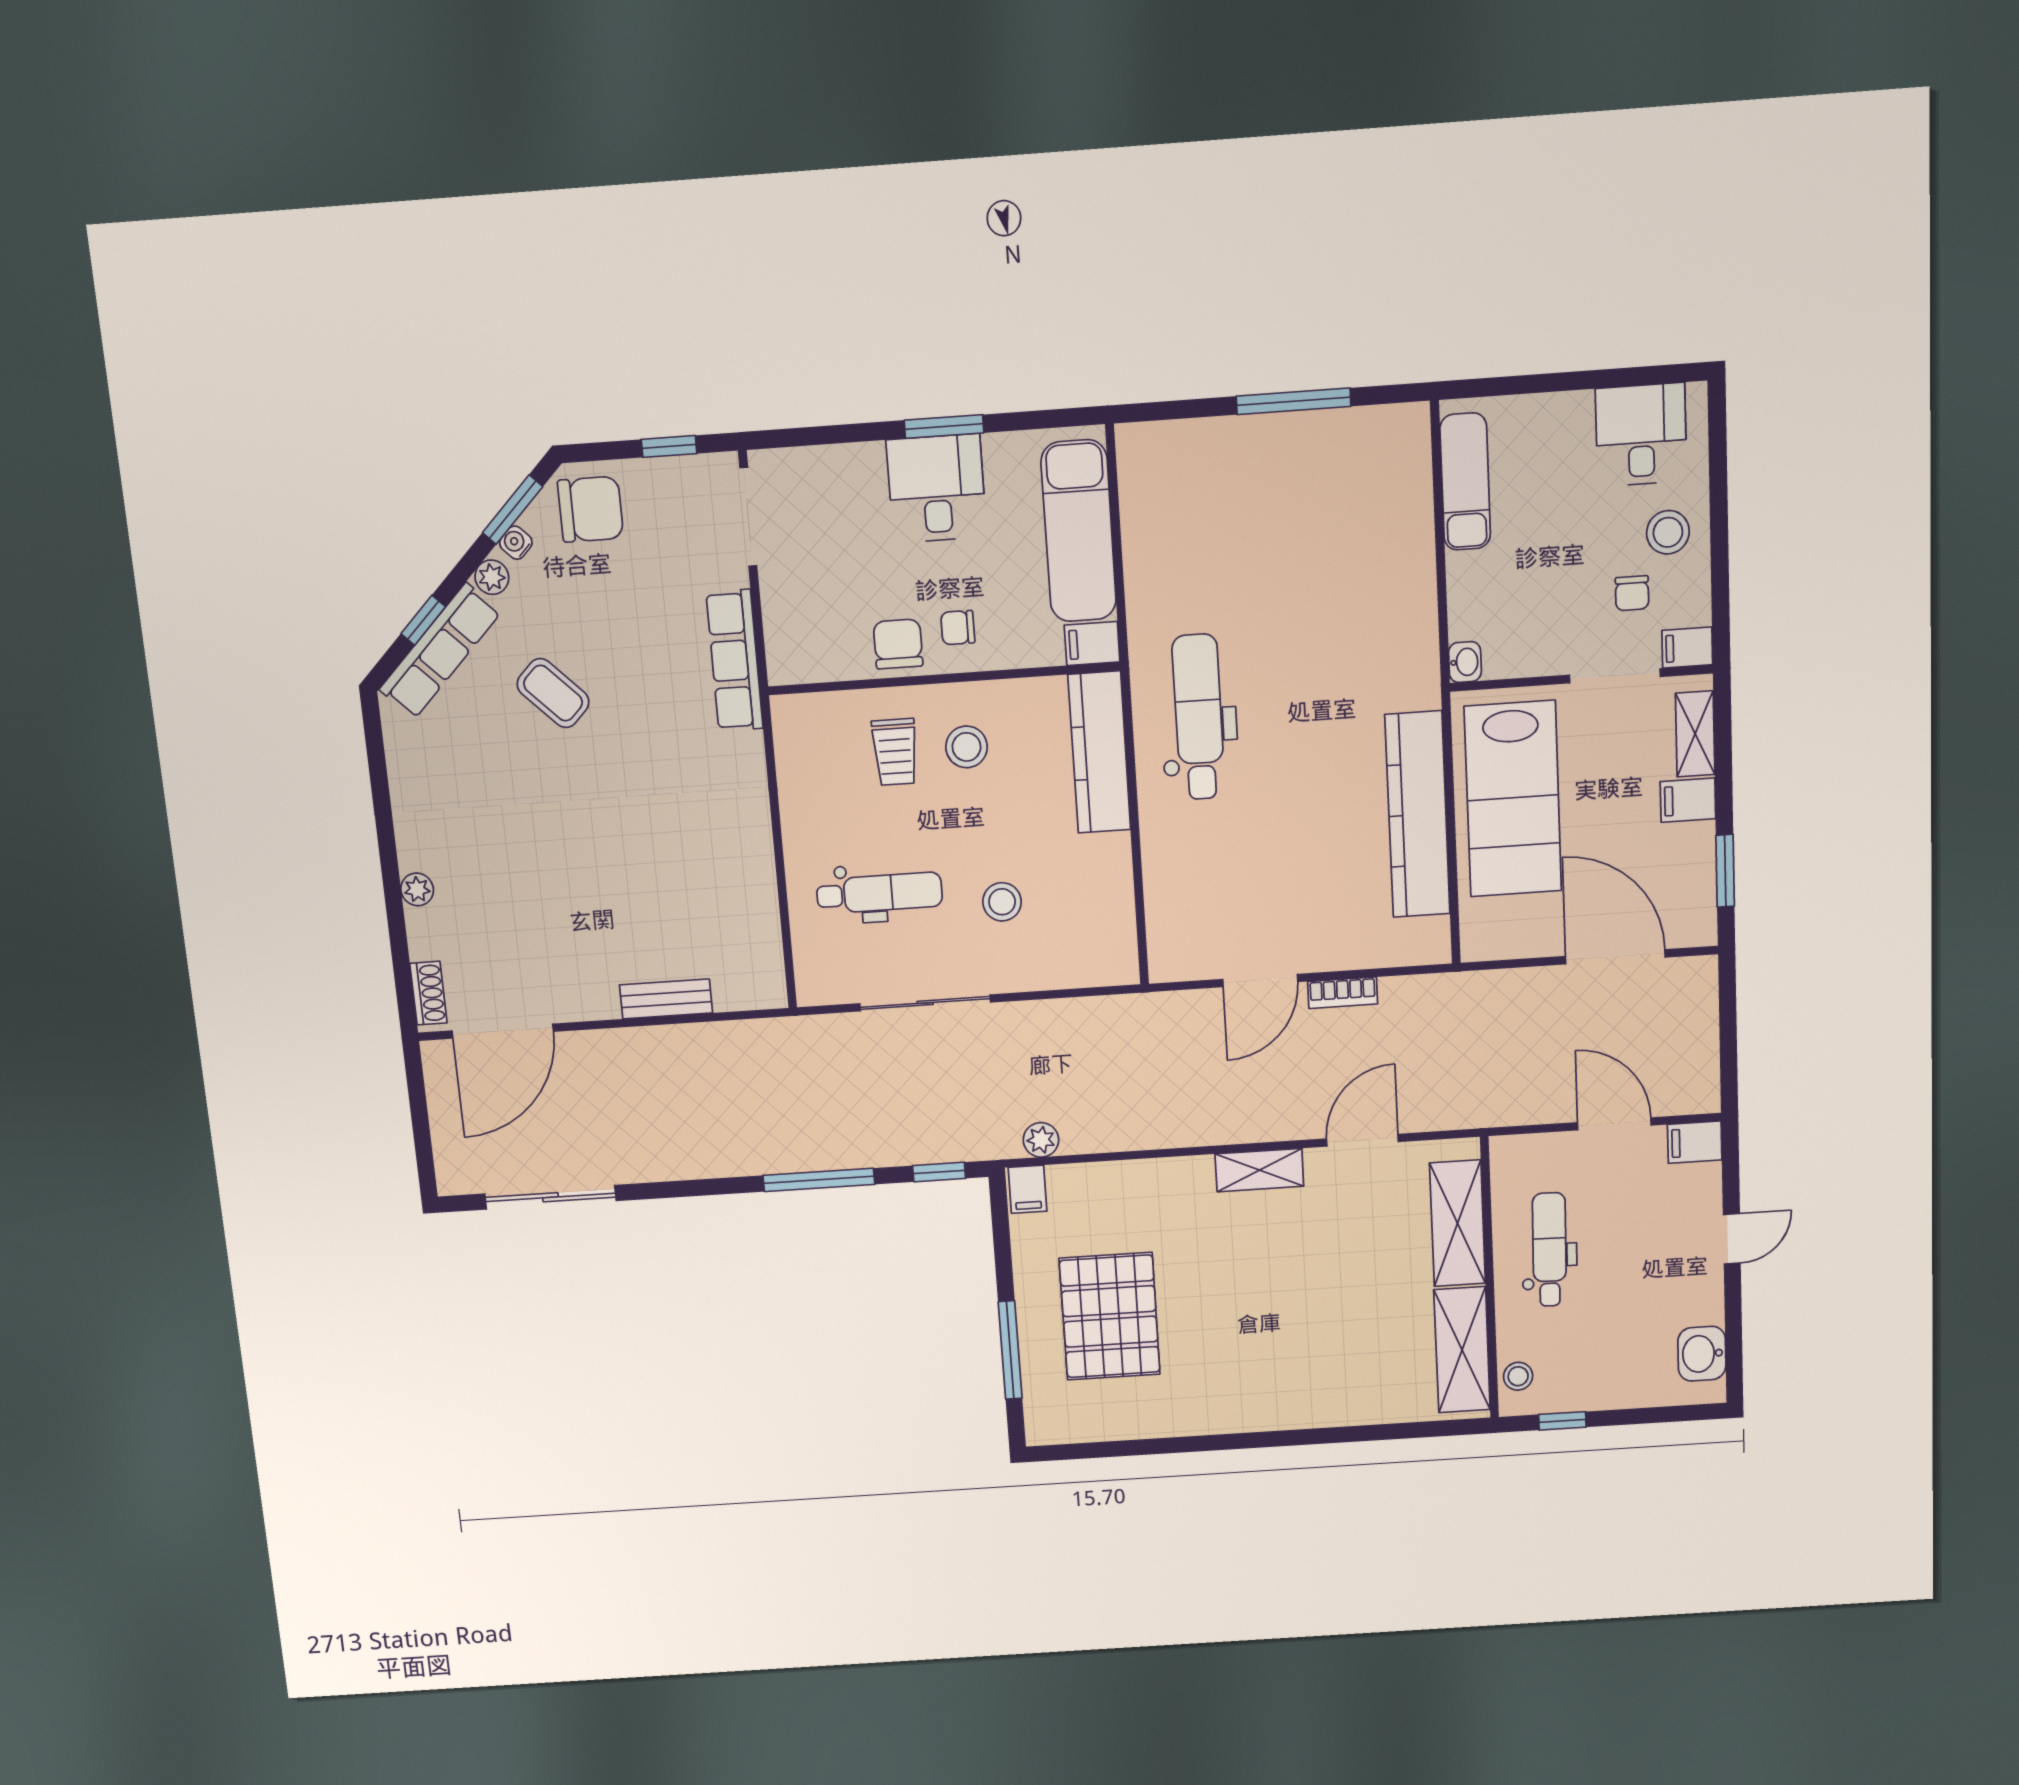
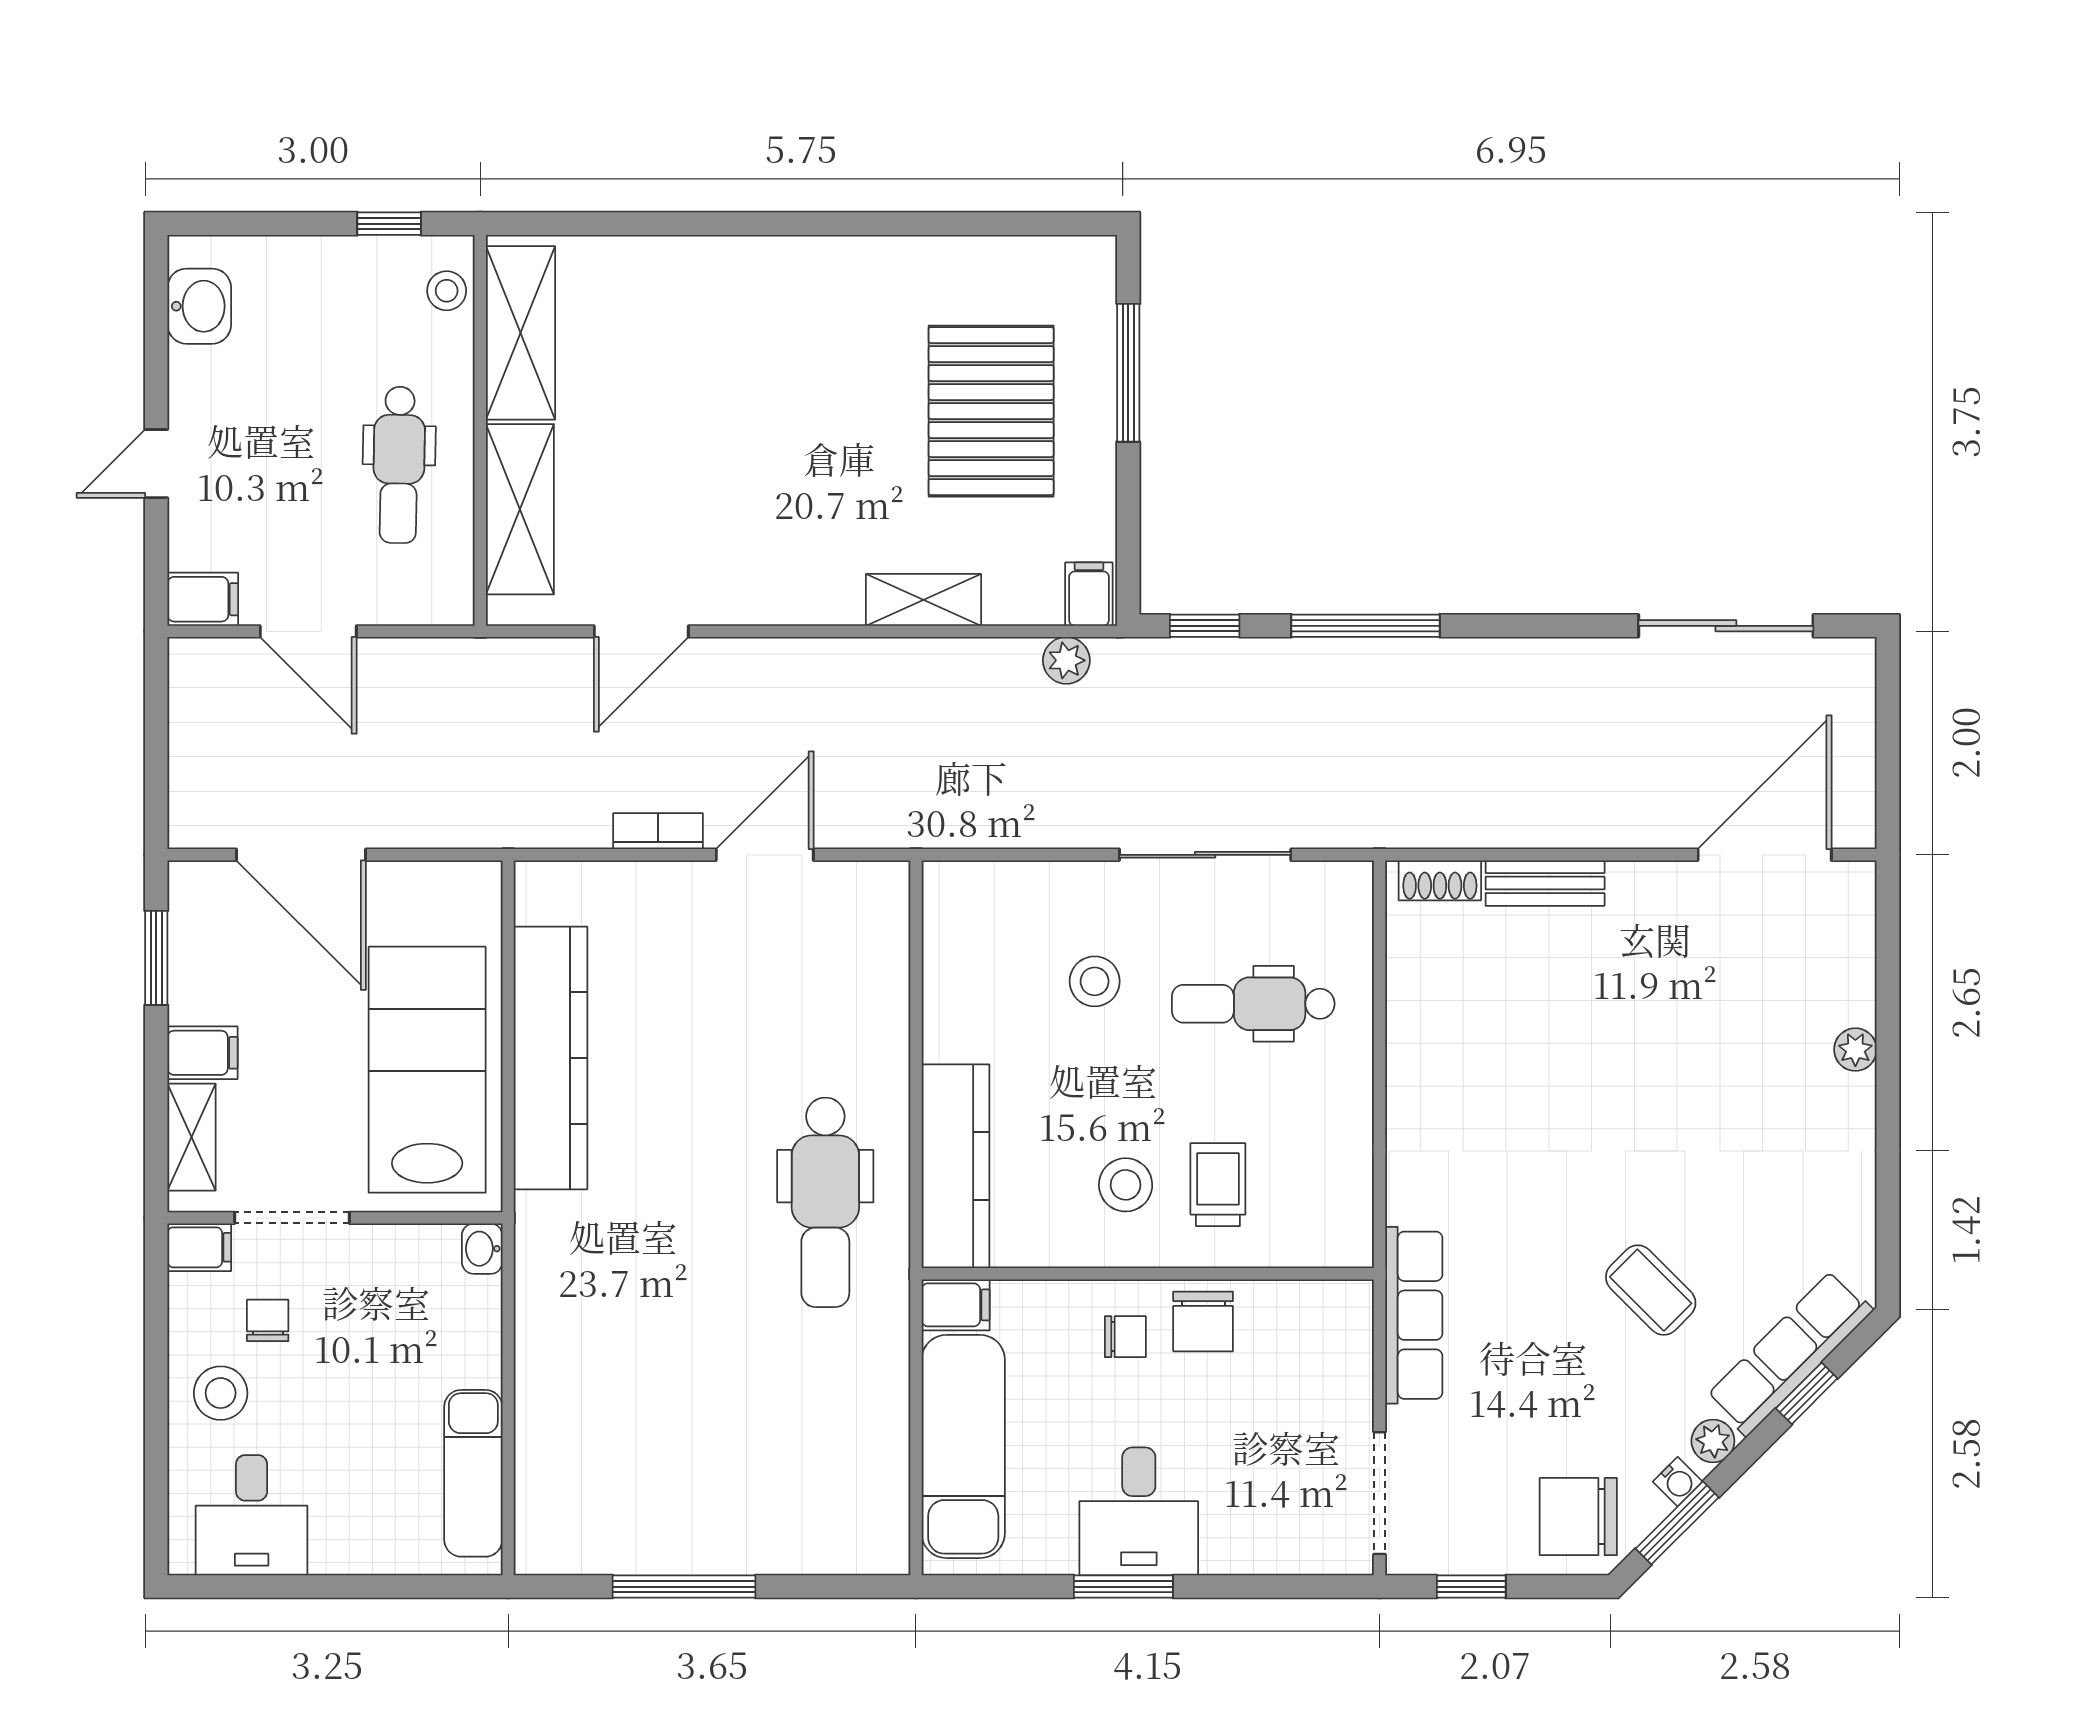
shoe rack: (428, 993) -> (1440, 880), moved, turned -90
shelving: (1259, 1170) -> (923, 600), moved

